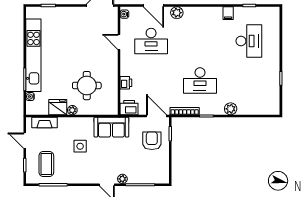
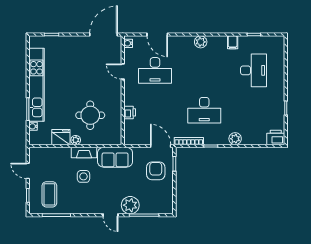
plant: (177, 13) -> (201, 42), moved
printer: (129, 108) -> (276, 137), moved
fireplace: (44, 123) -> (84, 153), moved
plant: (122, 179) -> (130, 205), width x1.87, depth x1.87

